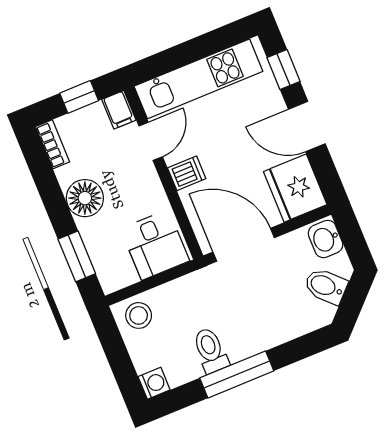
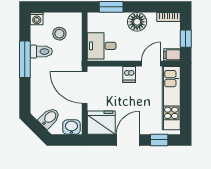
door: (151, 141) -> (151, 64), swing flipped
door: (244, 245) -> (85, 87), swing flipped
stool: (139, 315) -> (59, 34), moved

